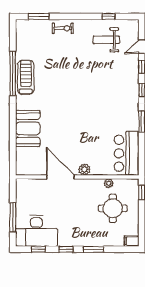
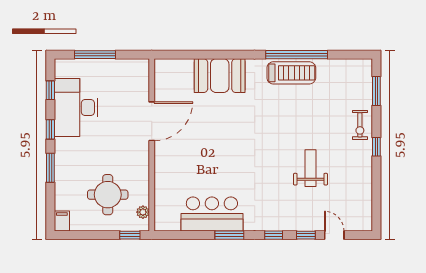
window: (108, 17) -> (376, 147), moved
weight bench: (106, 40) -> (310, 168), moved
bar counter: (127, 153) -> (212, 214), moved
plant: (84, 169) -> (162, 155), removed
plant: (109, 183) -> (143, 212), moved
desk: (36, 231) -> (76, 108), moved

